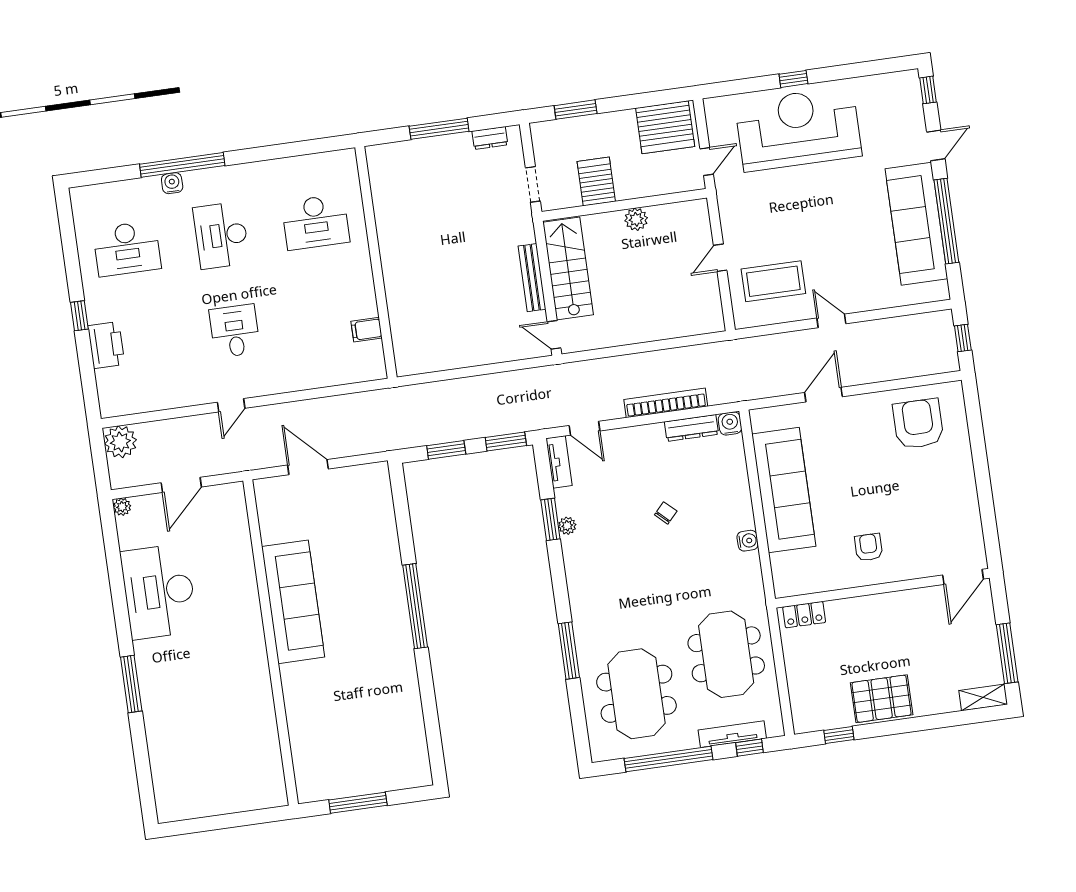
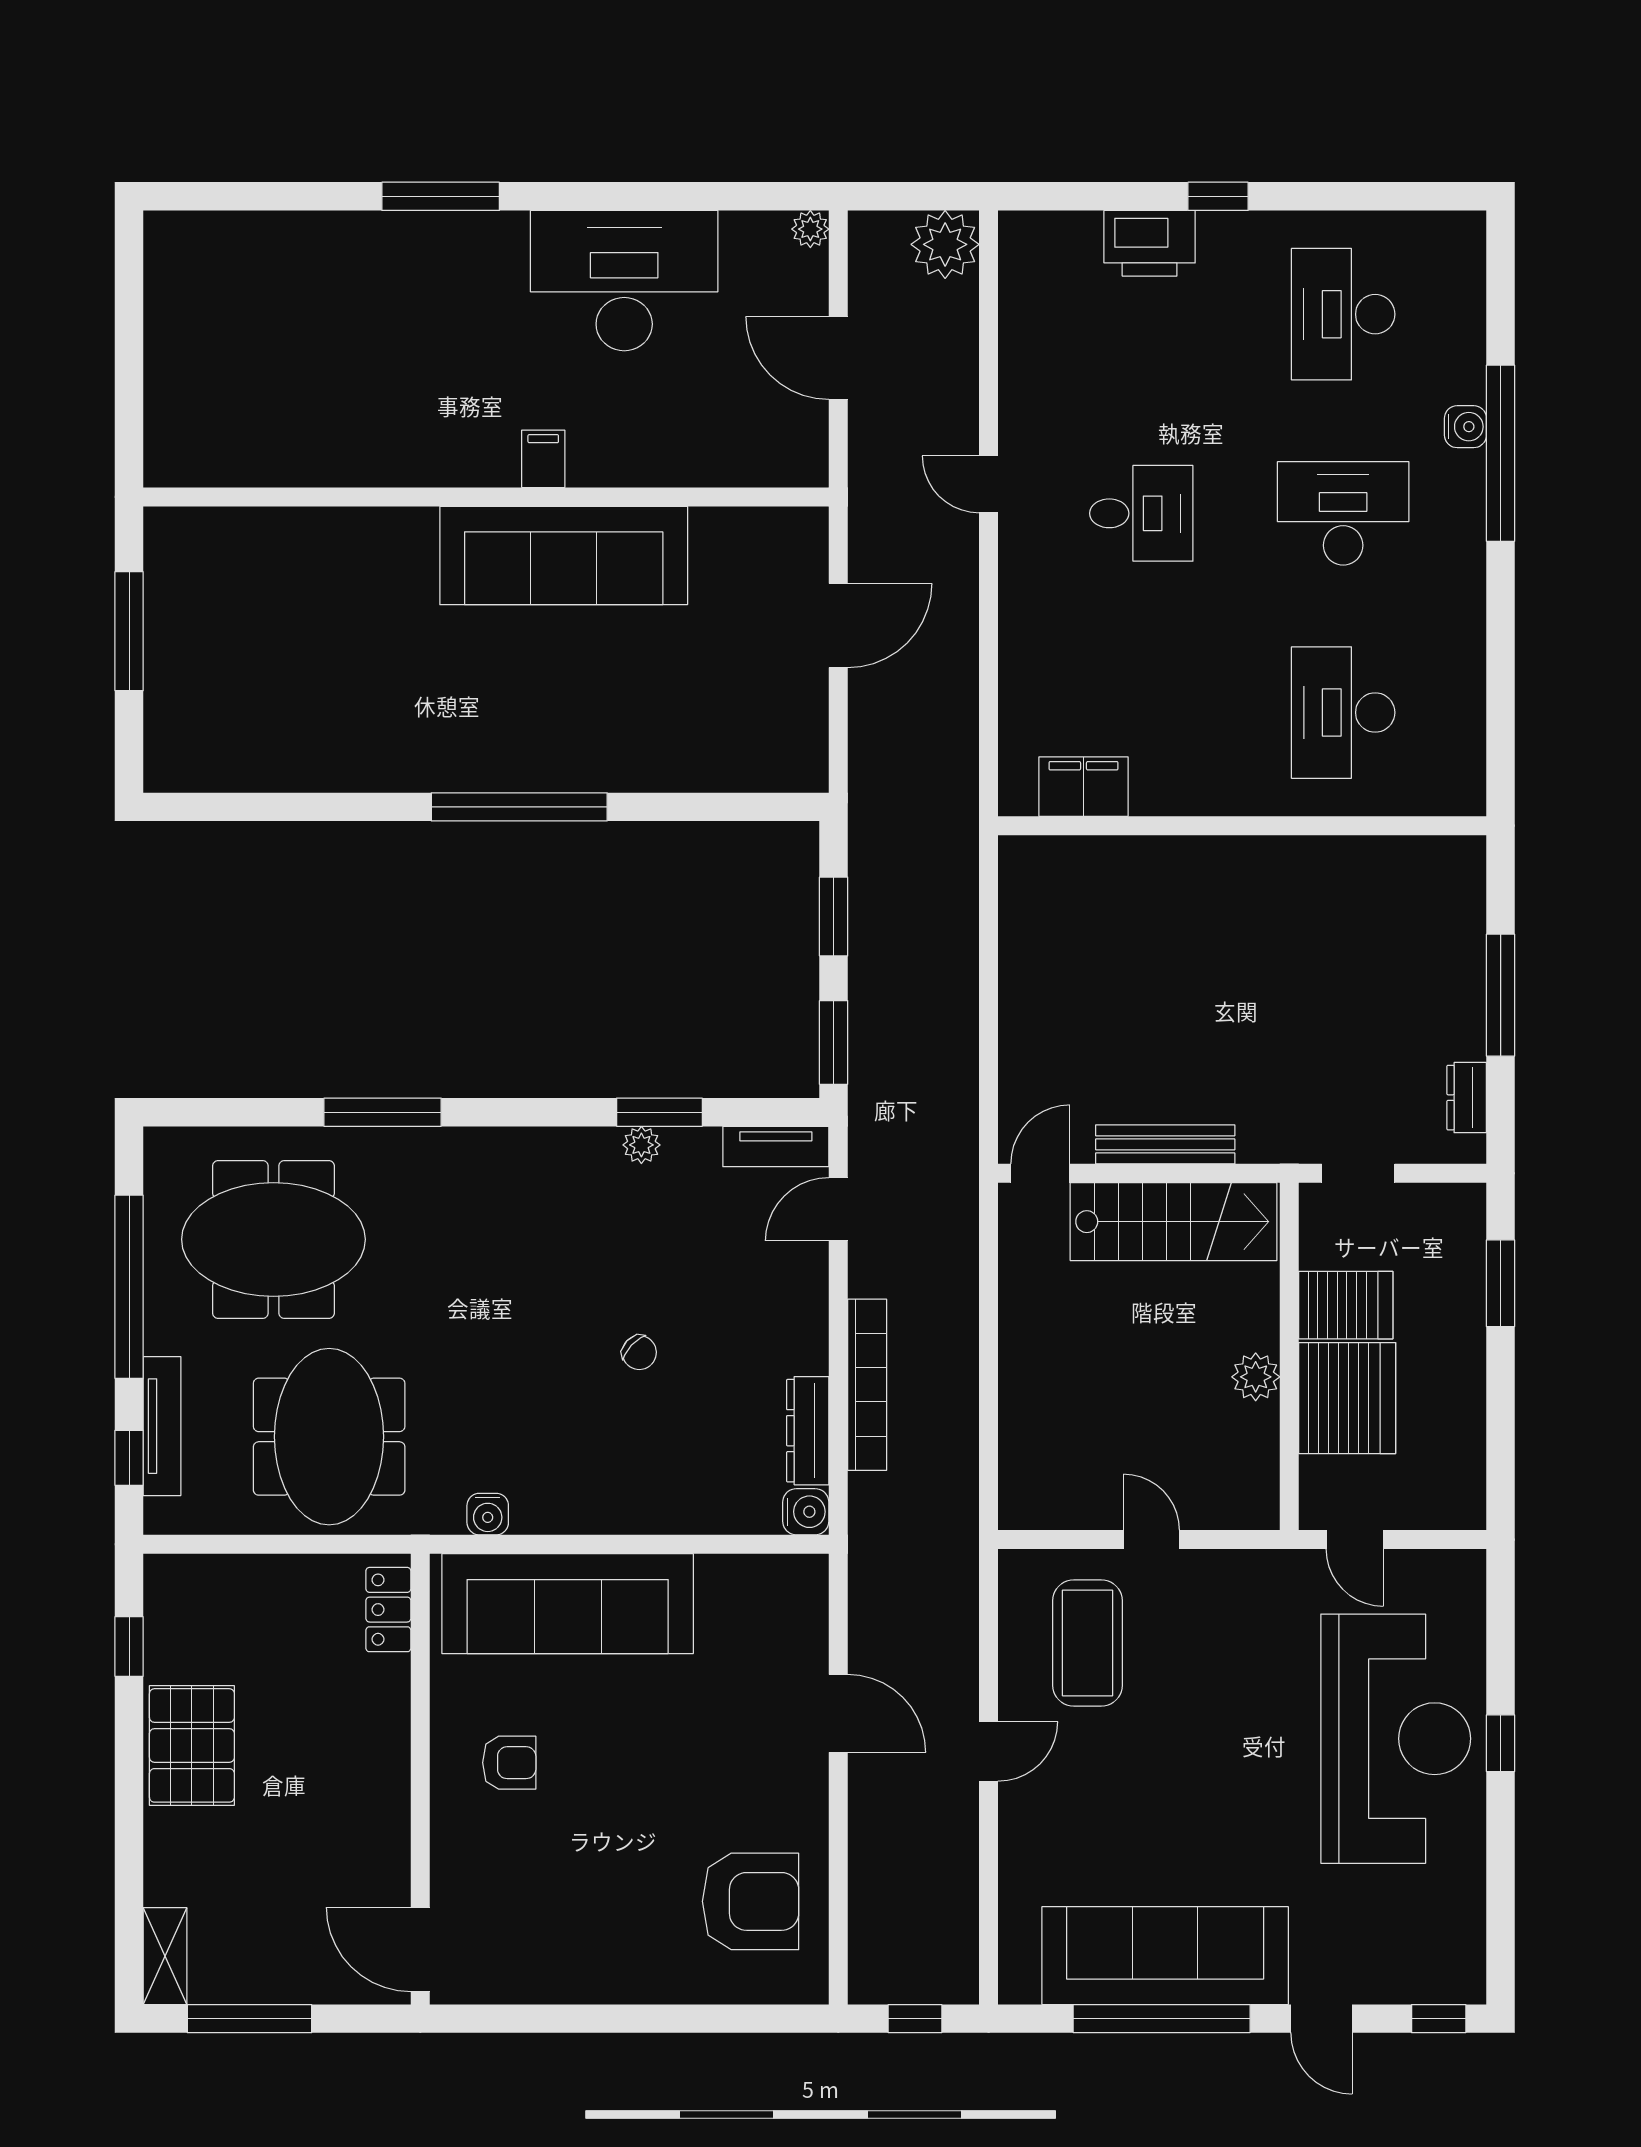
server rack: (665, 127) -> (1347, 1398), moved, turned 180
filing cabinet: (367, 330) -> (1083, 787), width x2.00
sofa: (784, 490) -> (568, 1604), moved
water cooler: (748, 541) -> (488, 1514), moved
filing cabinet: (249, 618) -> (543, 459), added
meeting table: (726, 654) -> (329, 1437), turned 90

